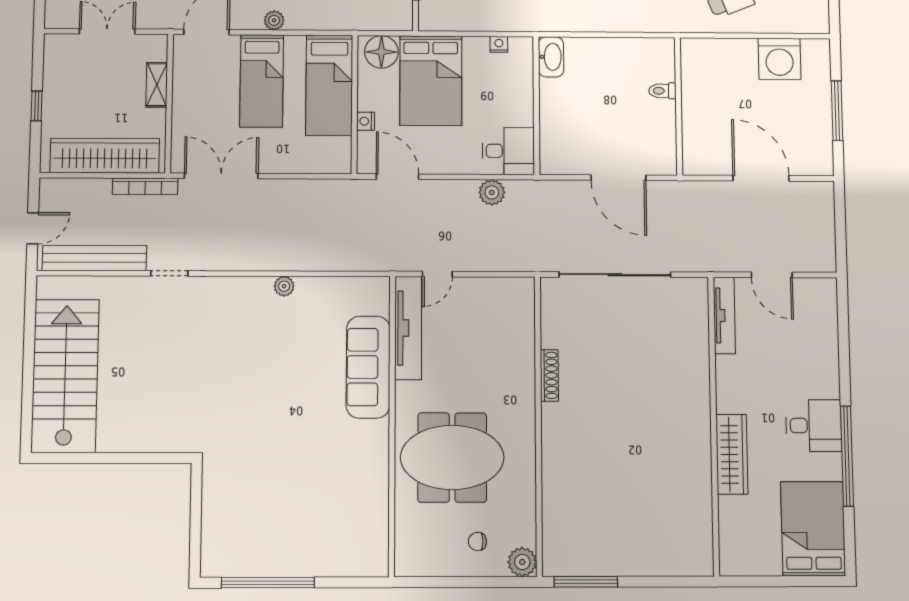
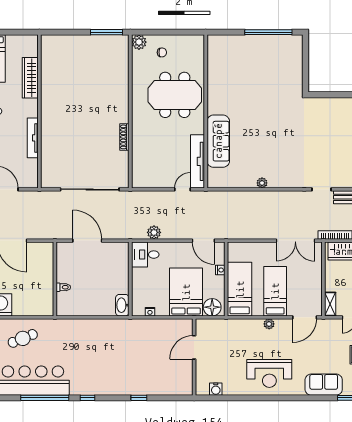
shelving: (157, 85) -> (330, 304), moved
tv unit: (724, 316) -> (33, 138), moved
wardrobe: (732, 454) -> (30, 78), moved

